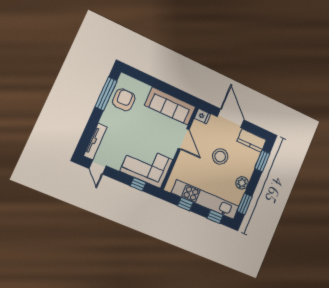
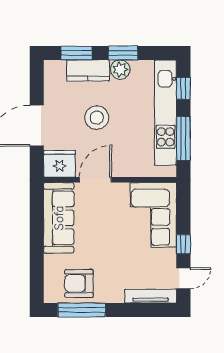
fridge: (202, 116) -> (59, 164), width x1.88, depth x1.34
kitchen counter: (252, 141) -> (88, 70), moved, turned 90
window: (138, 184) -> (183, 244), moved
window: (185, 204) -> (183, 138), width x2.17
window: (245, 204) -> (123, 53), moved

